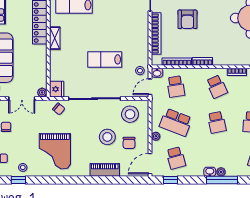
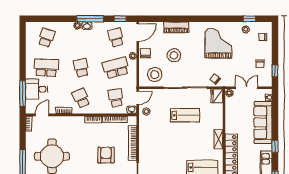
lab bench: (105, 59) -> (185, 115), moved
school desk: (176, 122) -> (116, 68), turned -36
chair: (129, 143) -> (146, 53), moved
window: (222, 180) -> (90, 19), moved

